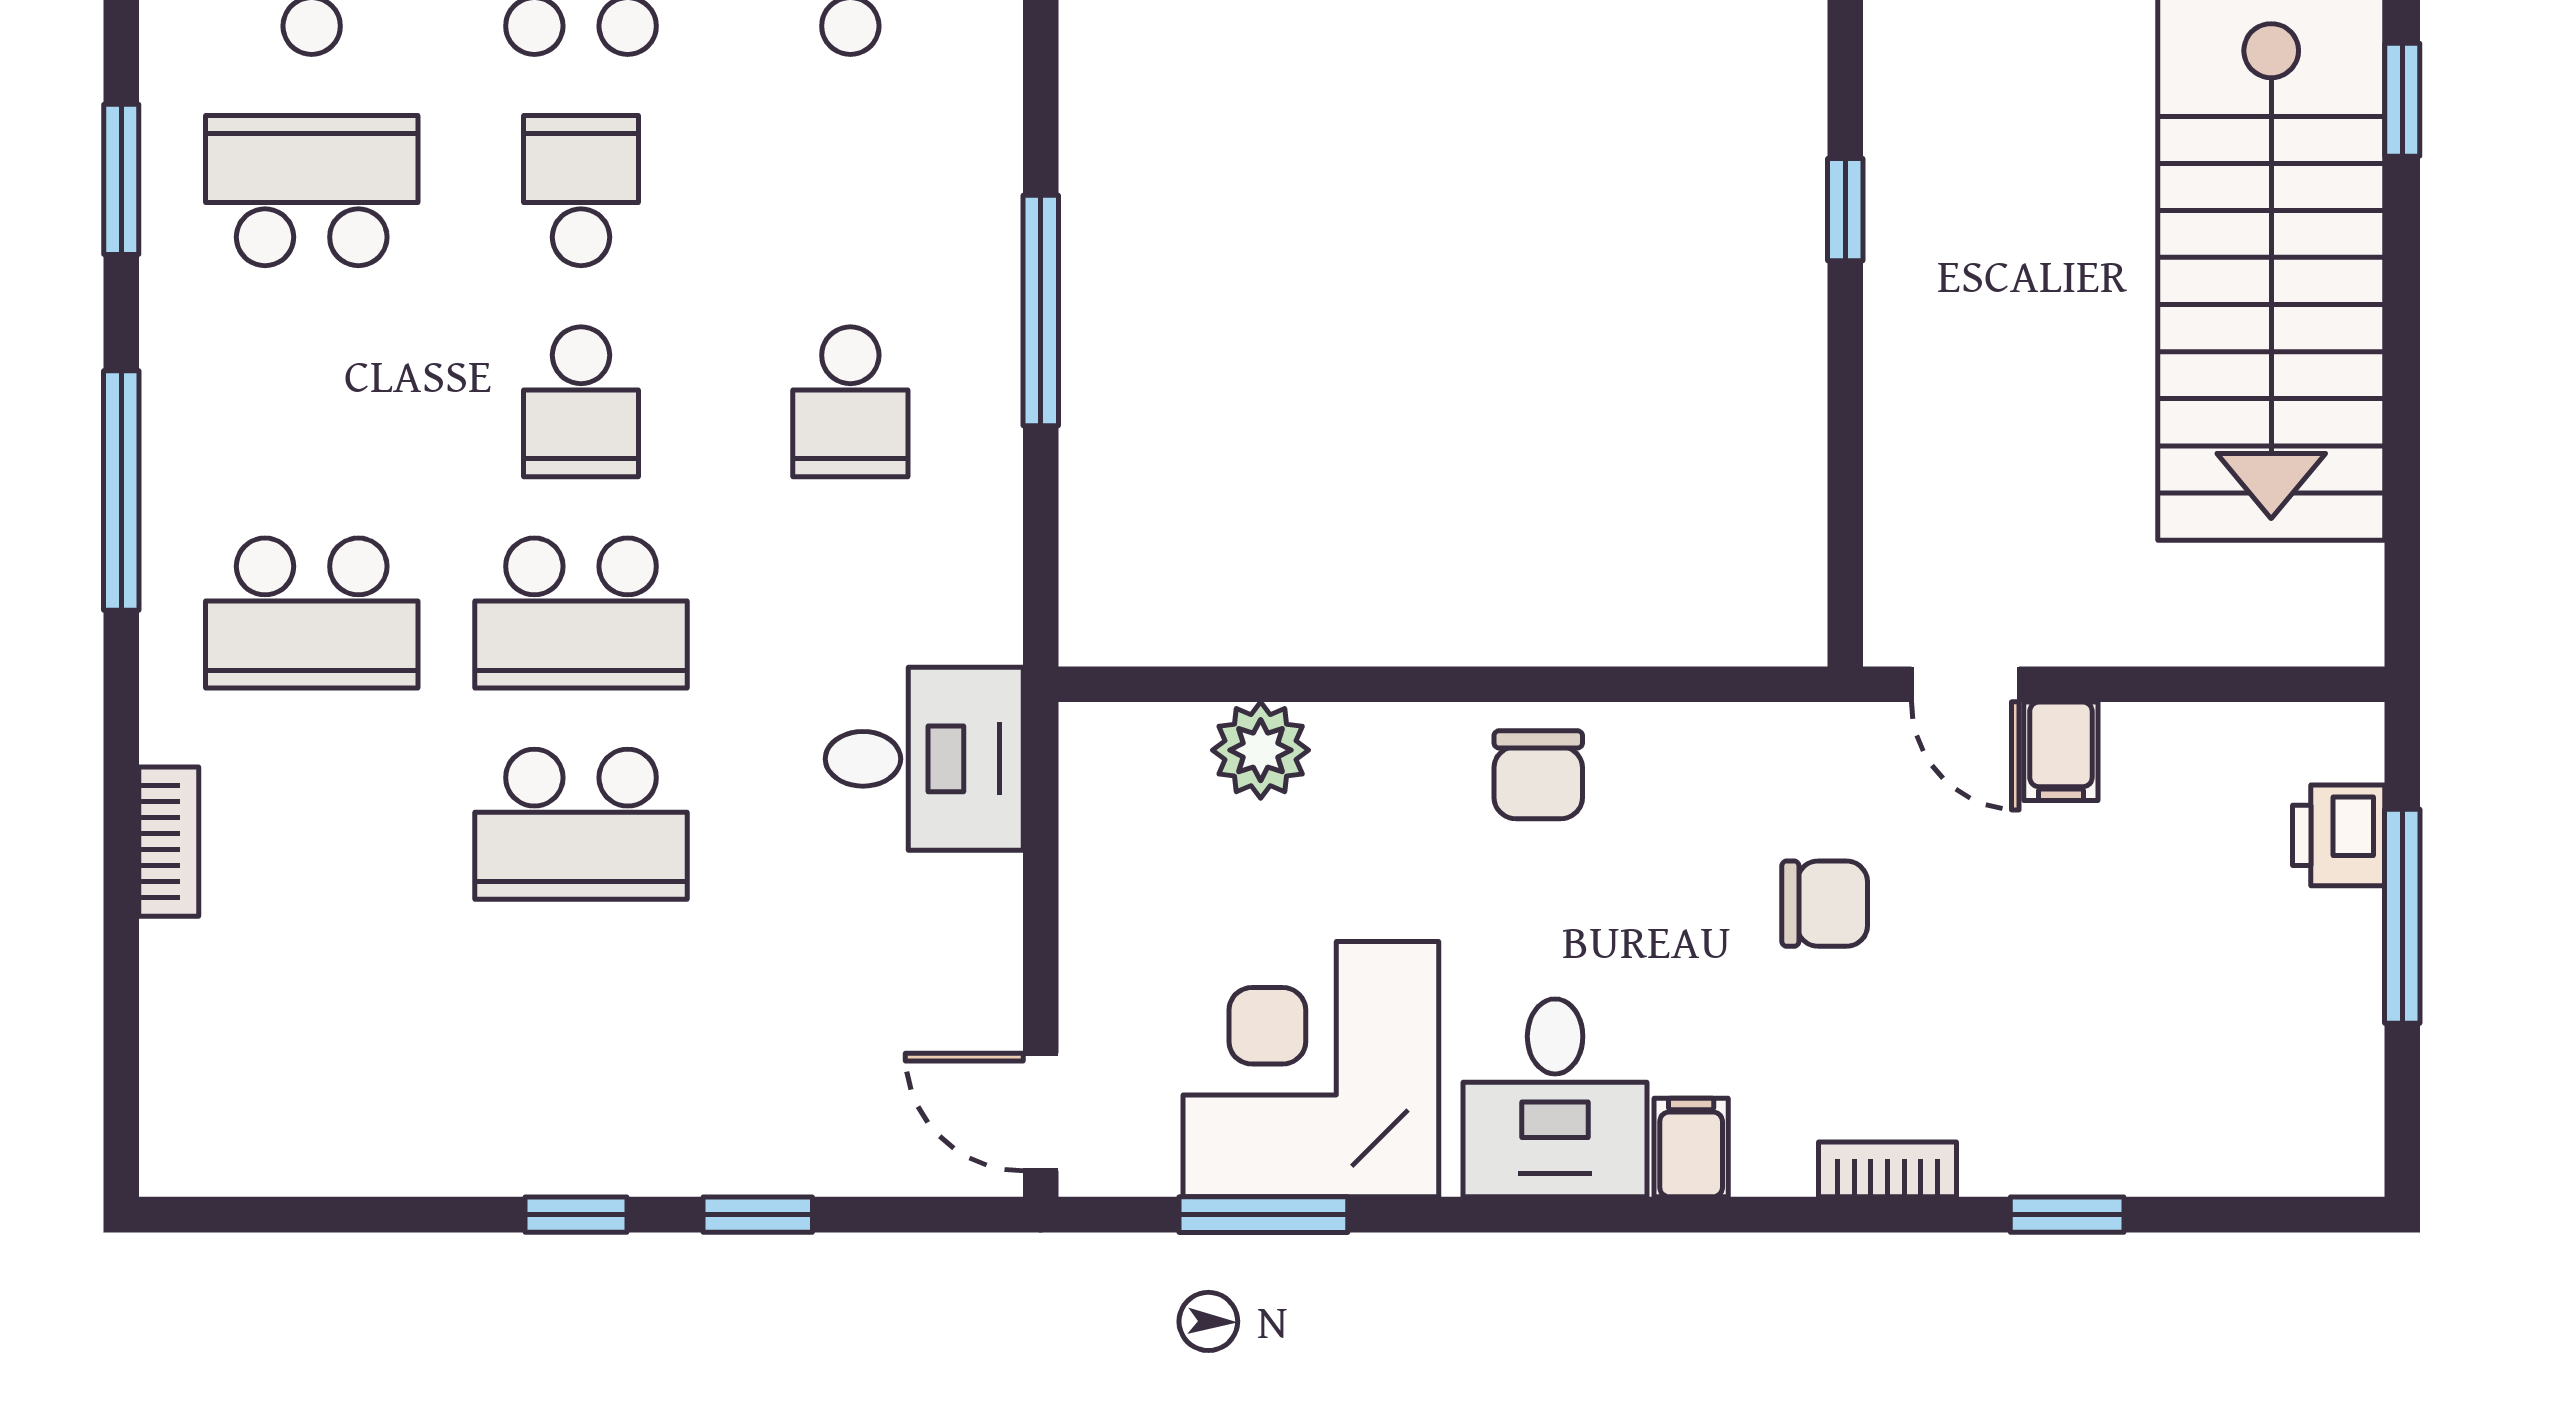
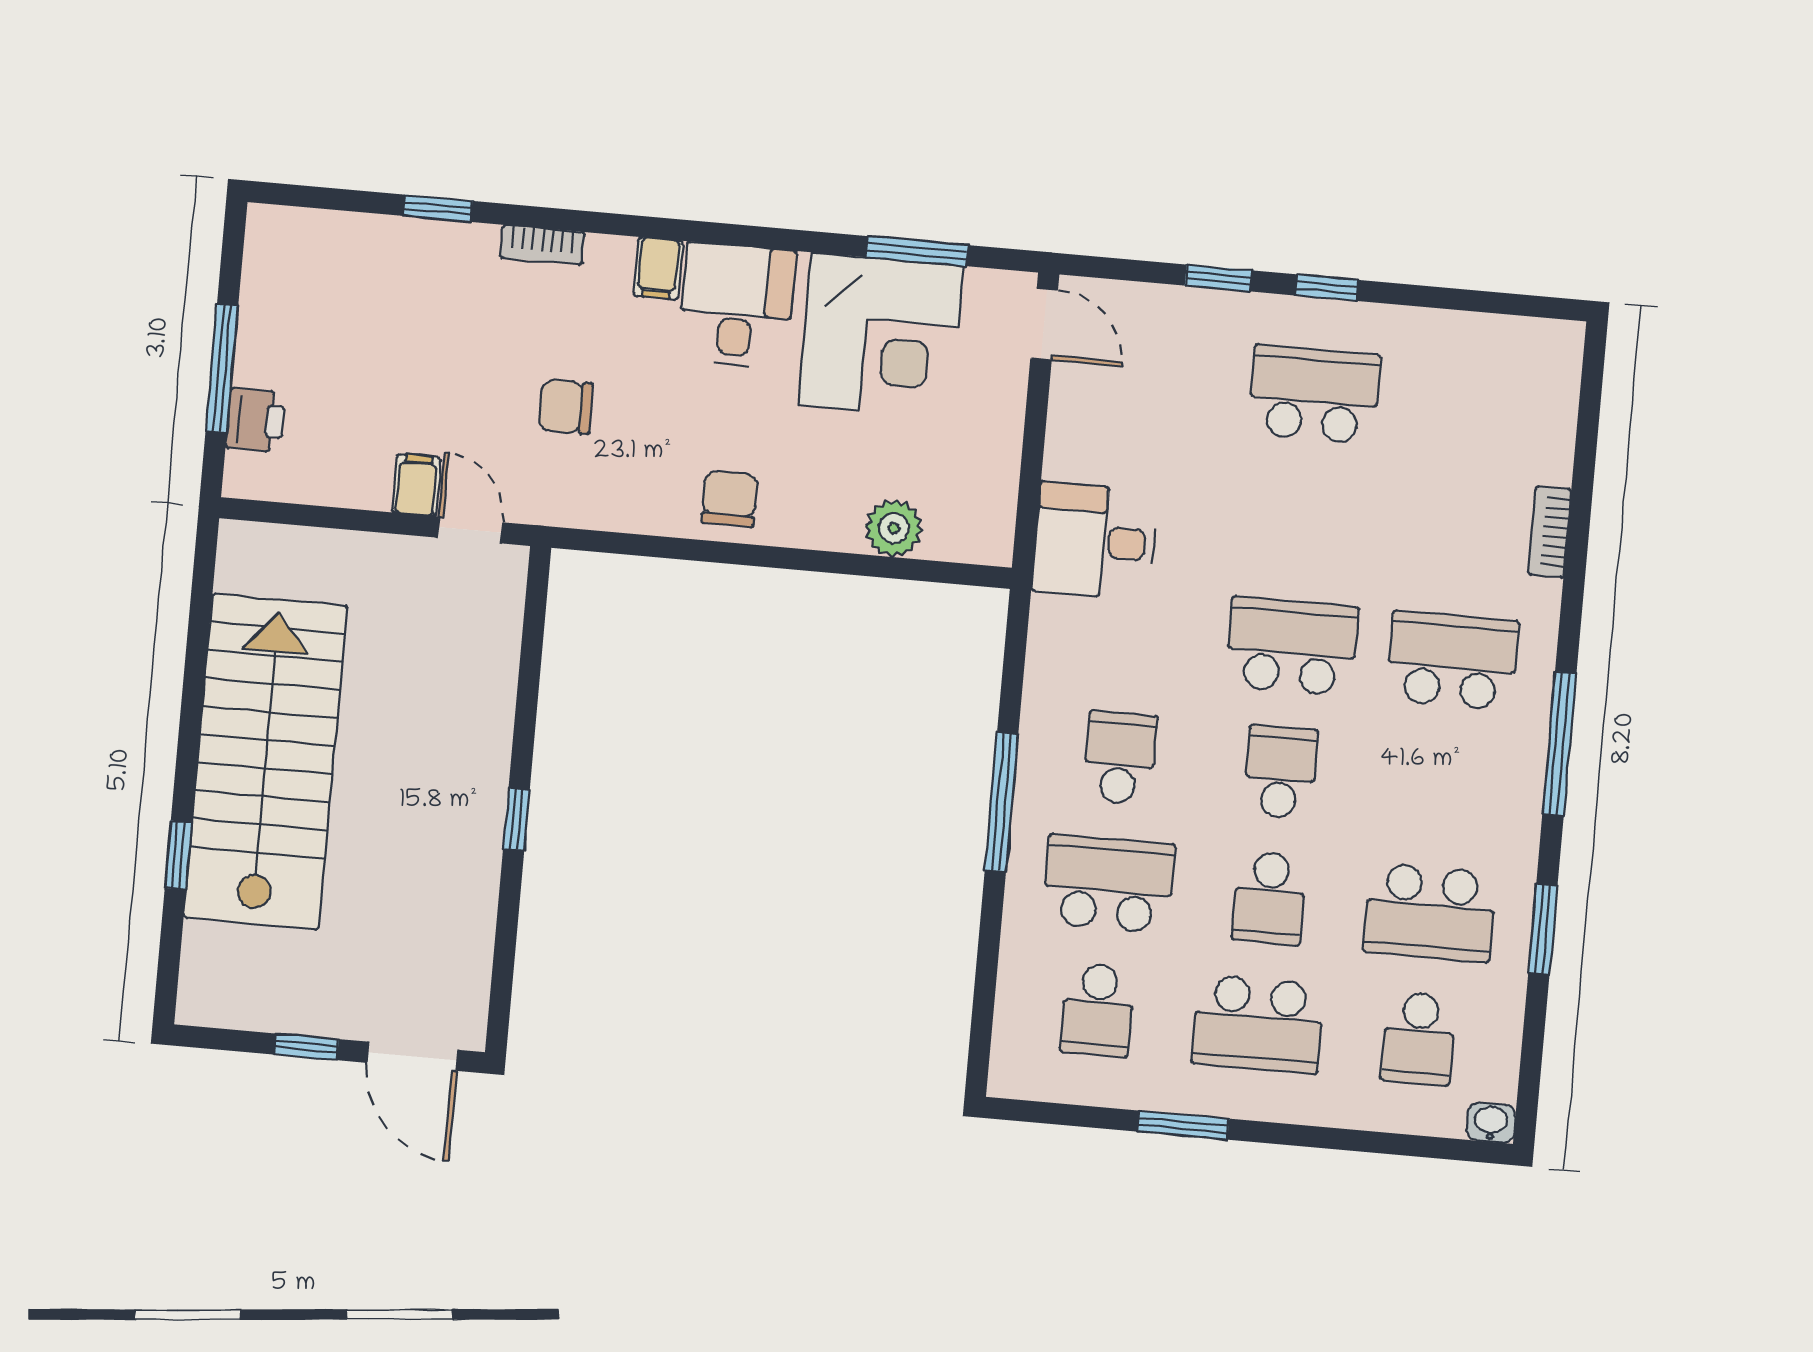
school desk: (850, 191) -> (1109, 884), added
school desk: (581, 824) -> (1314, 394), moved

